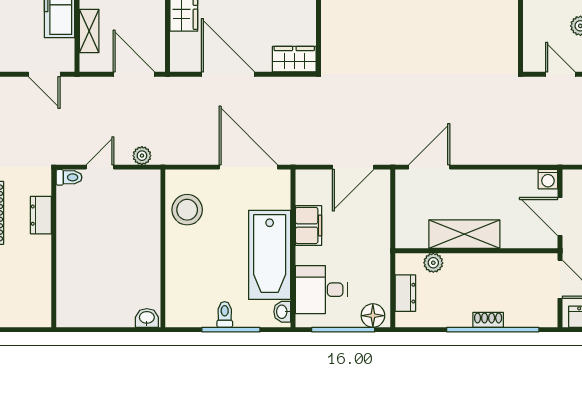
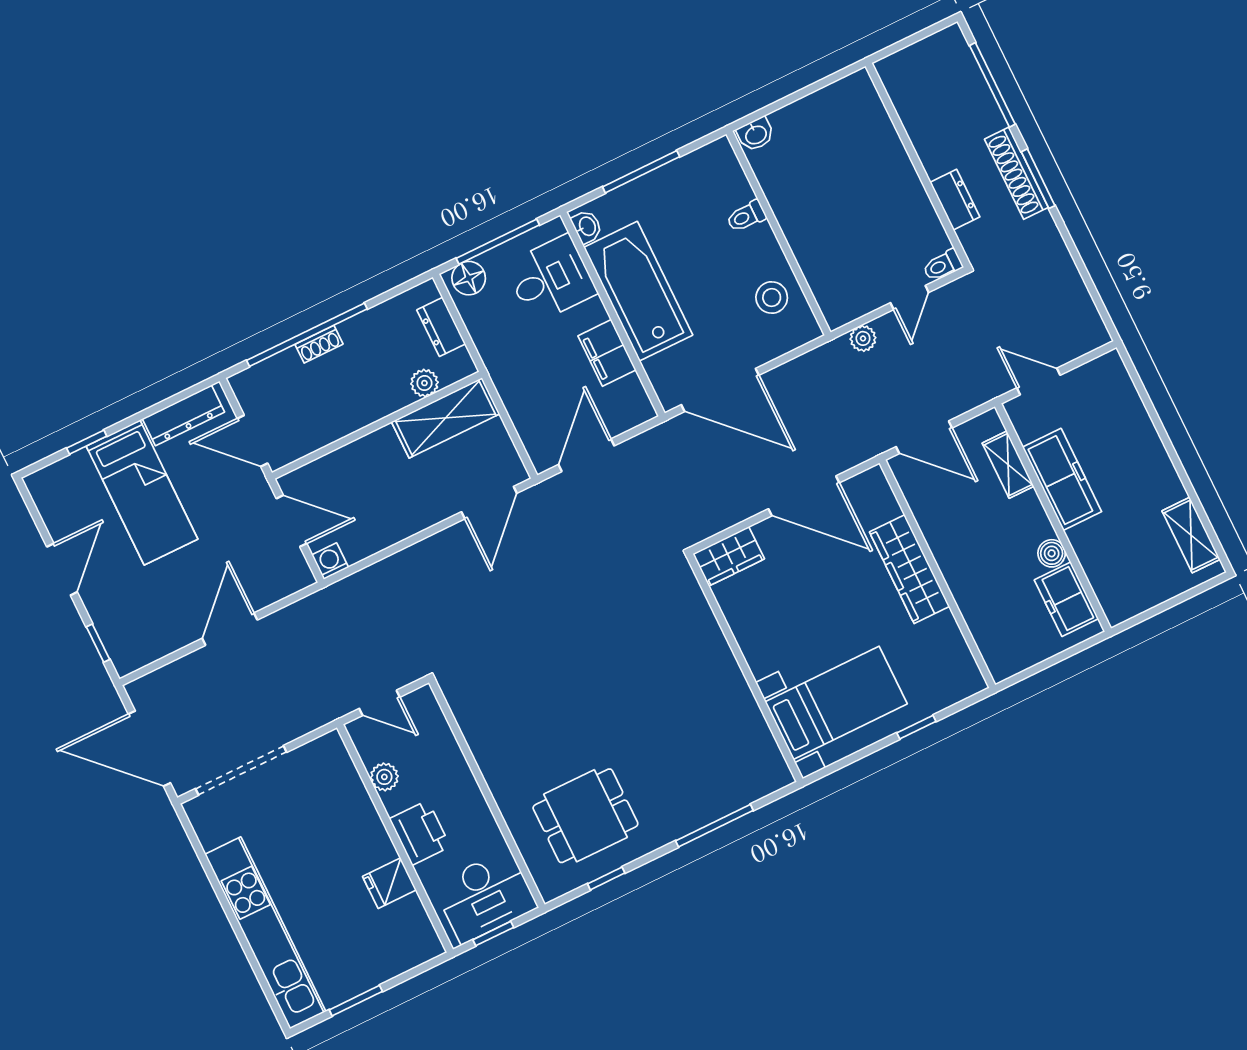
stool: (187, 210) -> (772, 297), width x0.73, depth x0.73
shelving: (464, 234) -> (446, 418), moved
toilet: (225, 314) -> (746, 216), moved, turned 90

